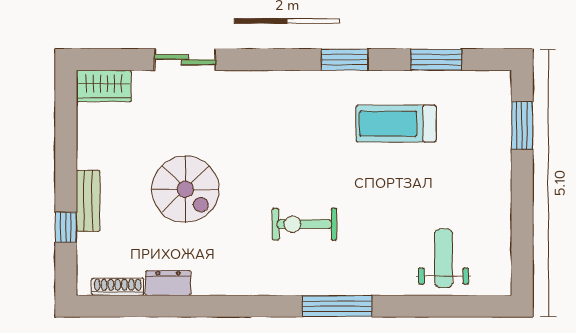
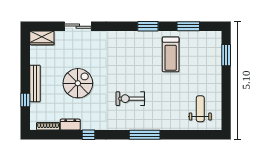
treadmill: (396, 124) -> (171, 54), turned -90
spiral stairs: (185, 189) -> (78, 83), turned -90
bench: (88, 201) -> (35, 83), width x1.36
weight bench: (444, 258) -> (200, 109), moved
window: (210, 306) -> (88, 135), added

